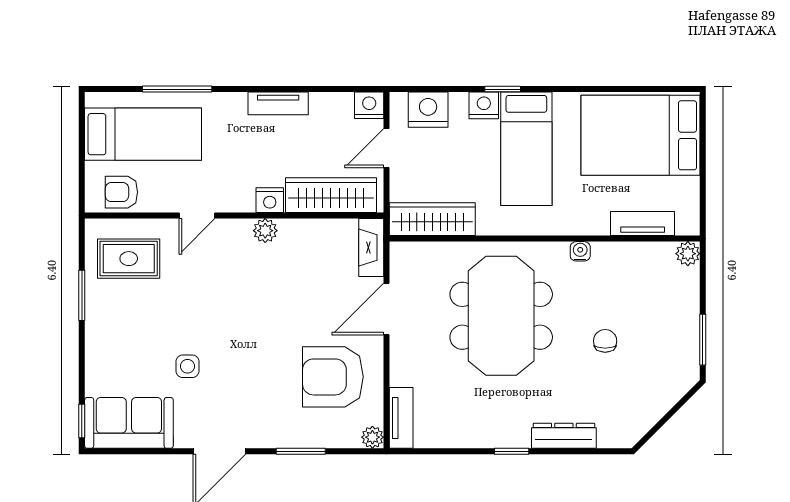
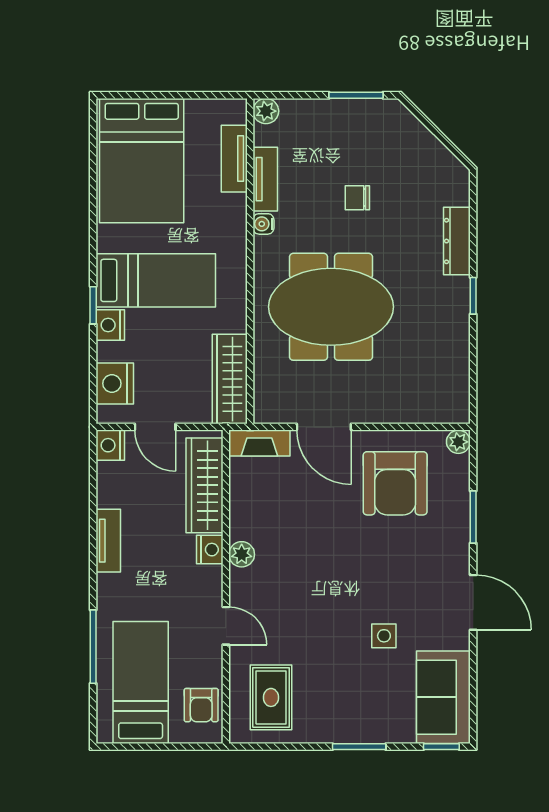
window: (82, 295) -> (359, 747), moved
tv unit: (401, 418) -> (265, 179), moved, turned 90

